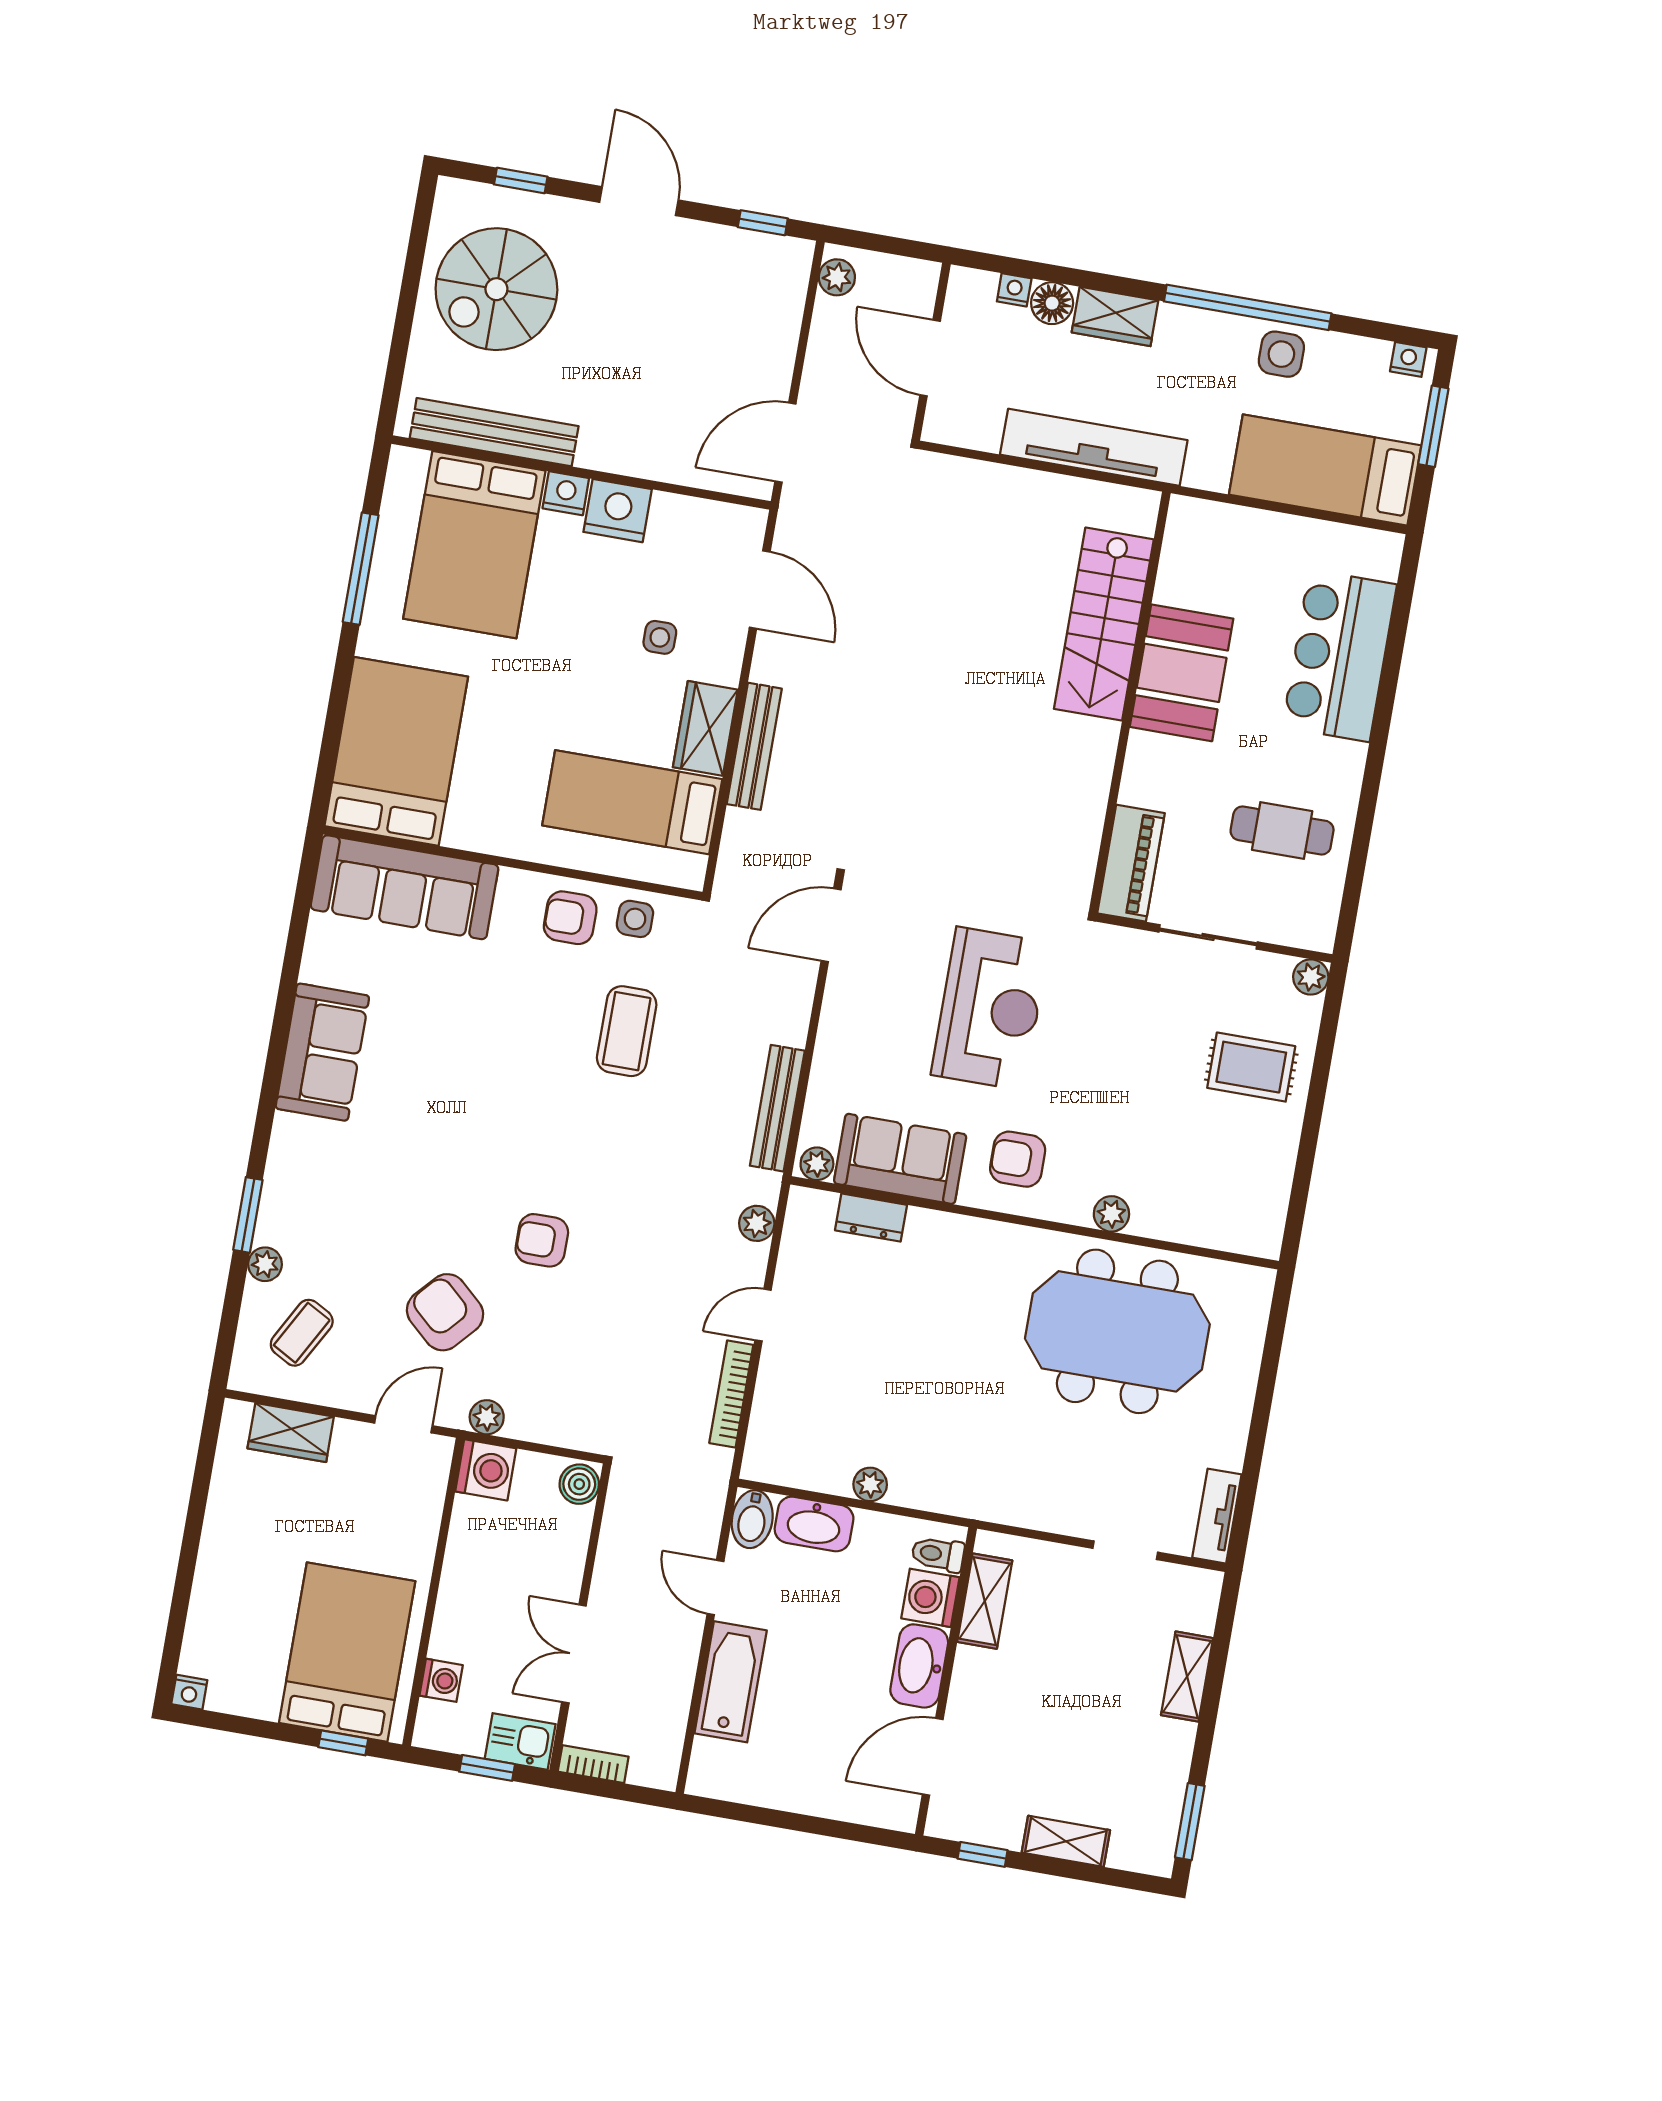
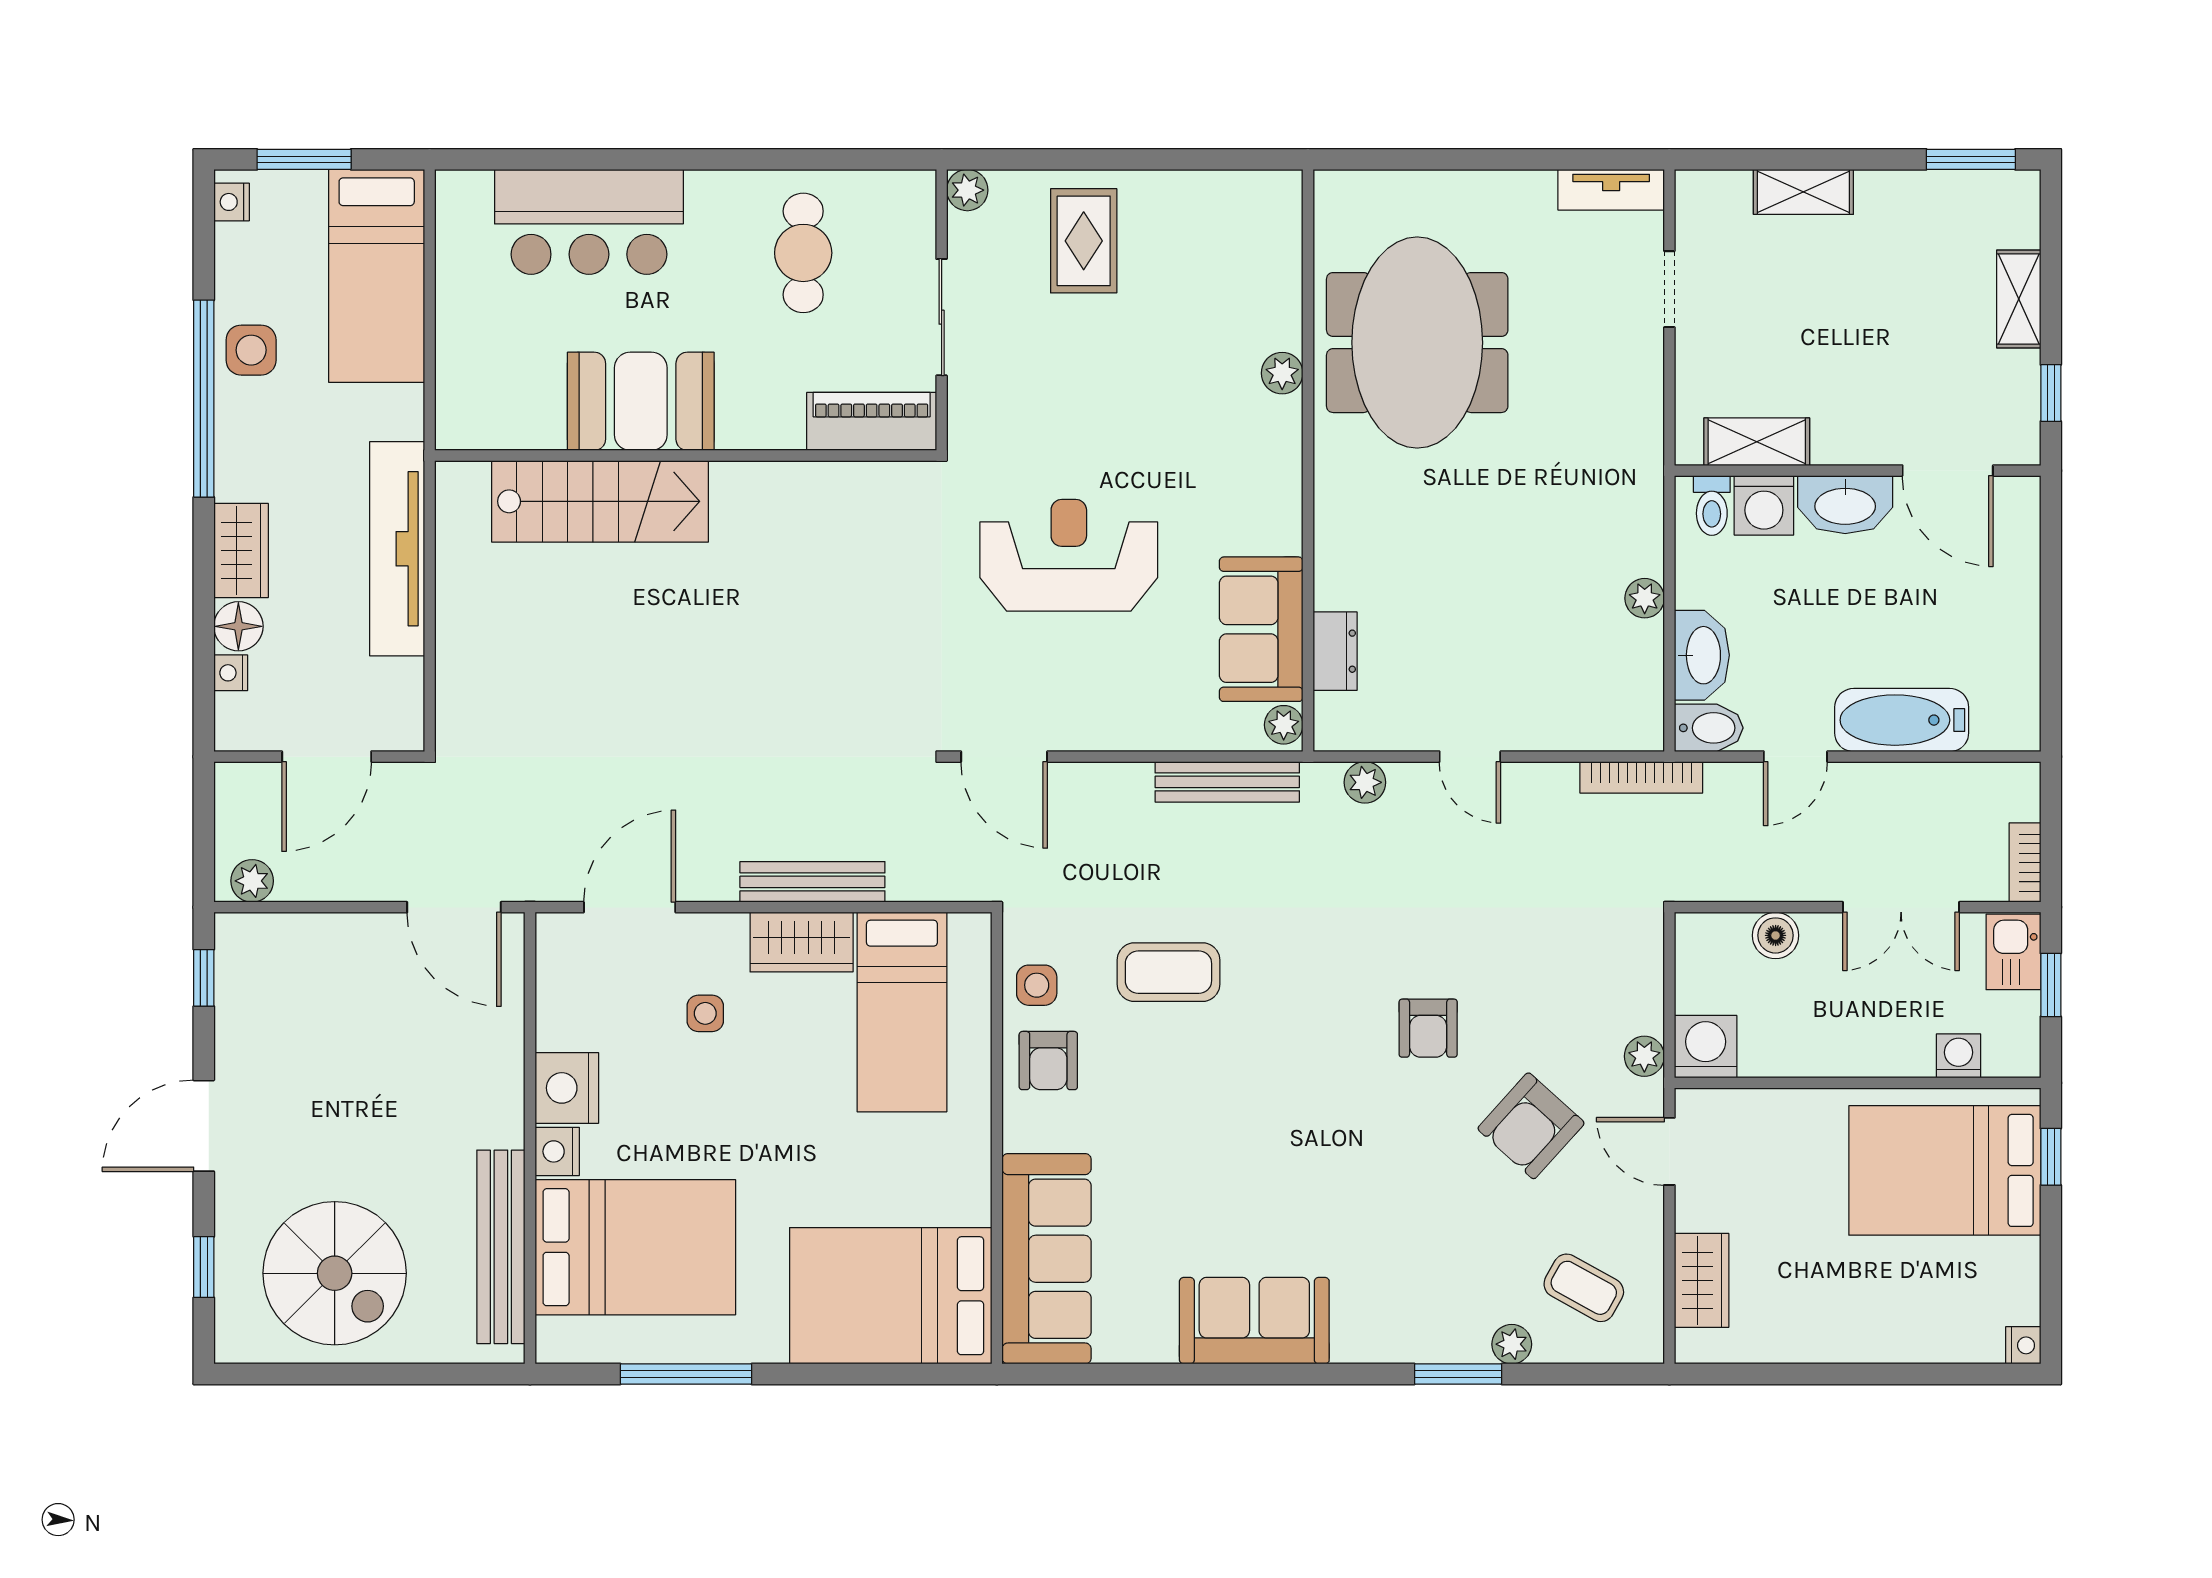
armchair: (1018, 1159) -> (1238, 493), removed
bookcase: (731, 1394) -> (1641, 777), moved
boiler: (579, 1484) -> (1776, 935), moved

